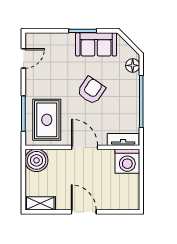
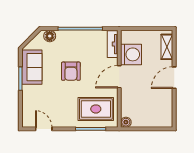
armchair: (91, 90) -> (71, 71), turned -124
boiler: (36, 160) -> (126, 122), width x0.54, depth x0.54
washing machine: (127, 161) -> (131, 54), moved
shelving: (40, 203) -> (167, 47), moved

